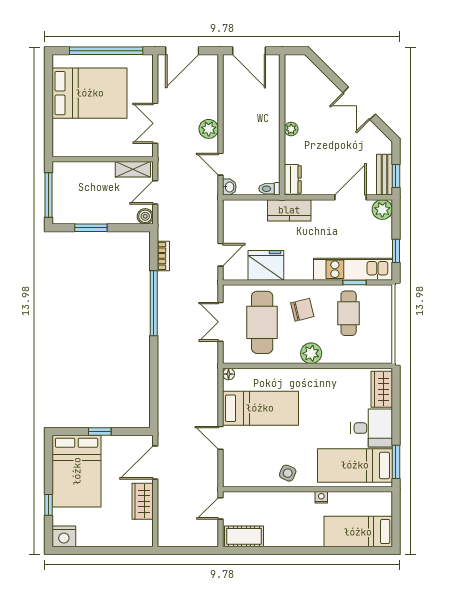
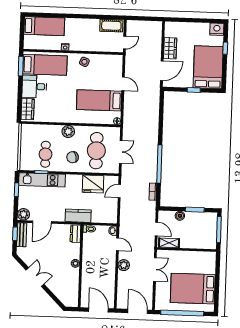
door: (182, 51) -> (138, 311), hinge flipped
door: (155, 192) -> (156, 229), hinge flipped
boiler: (145, 216) -> (180, 216), moved

